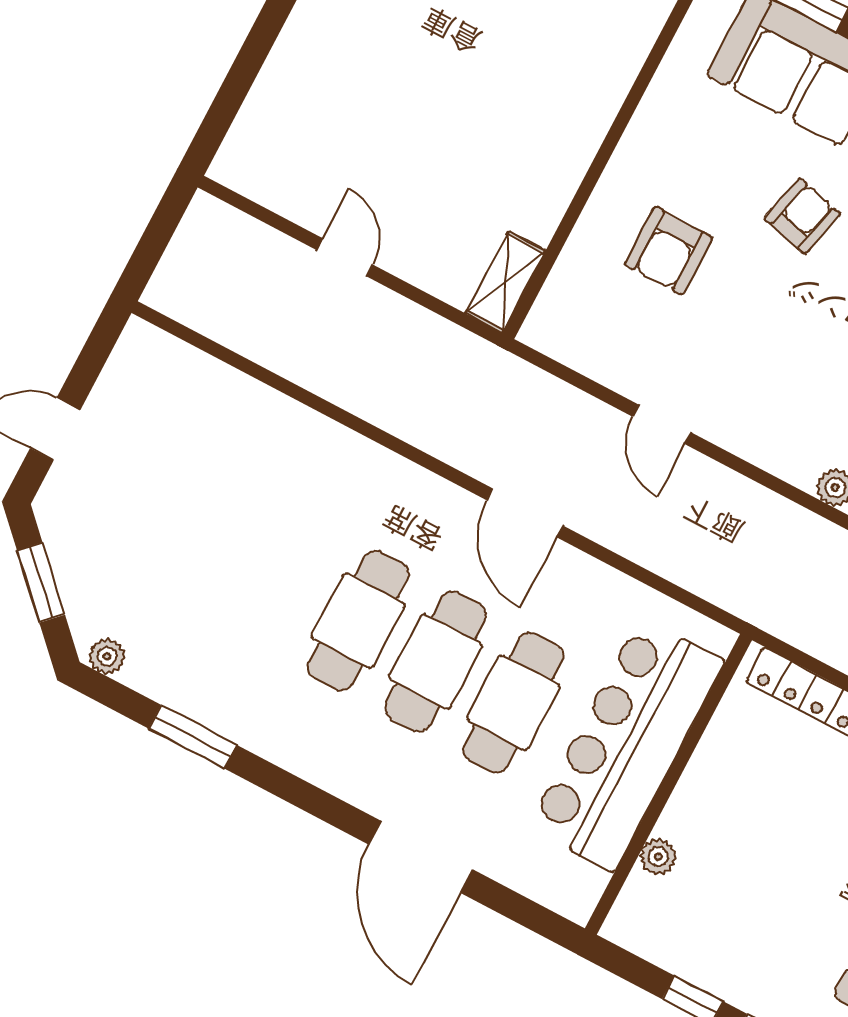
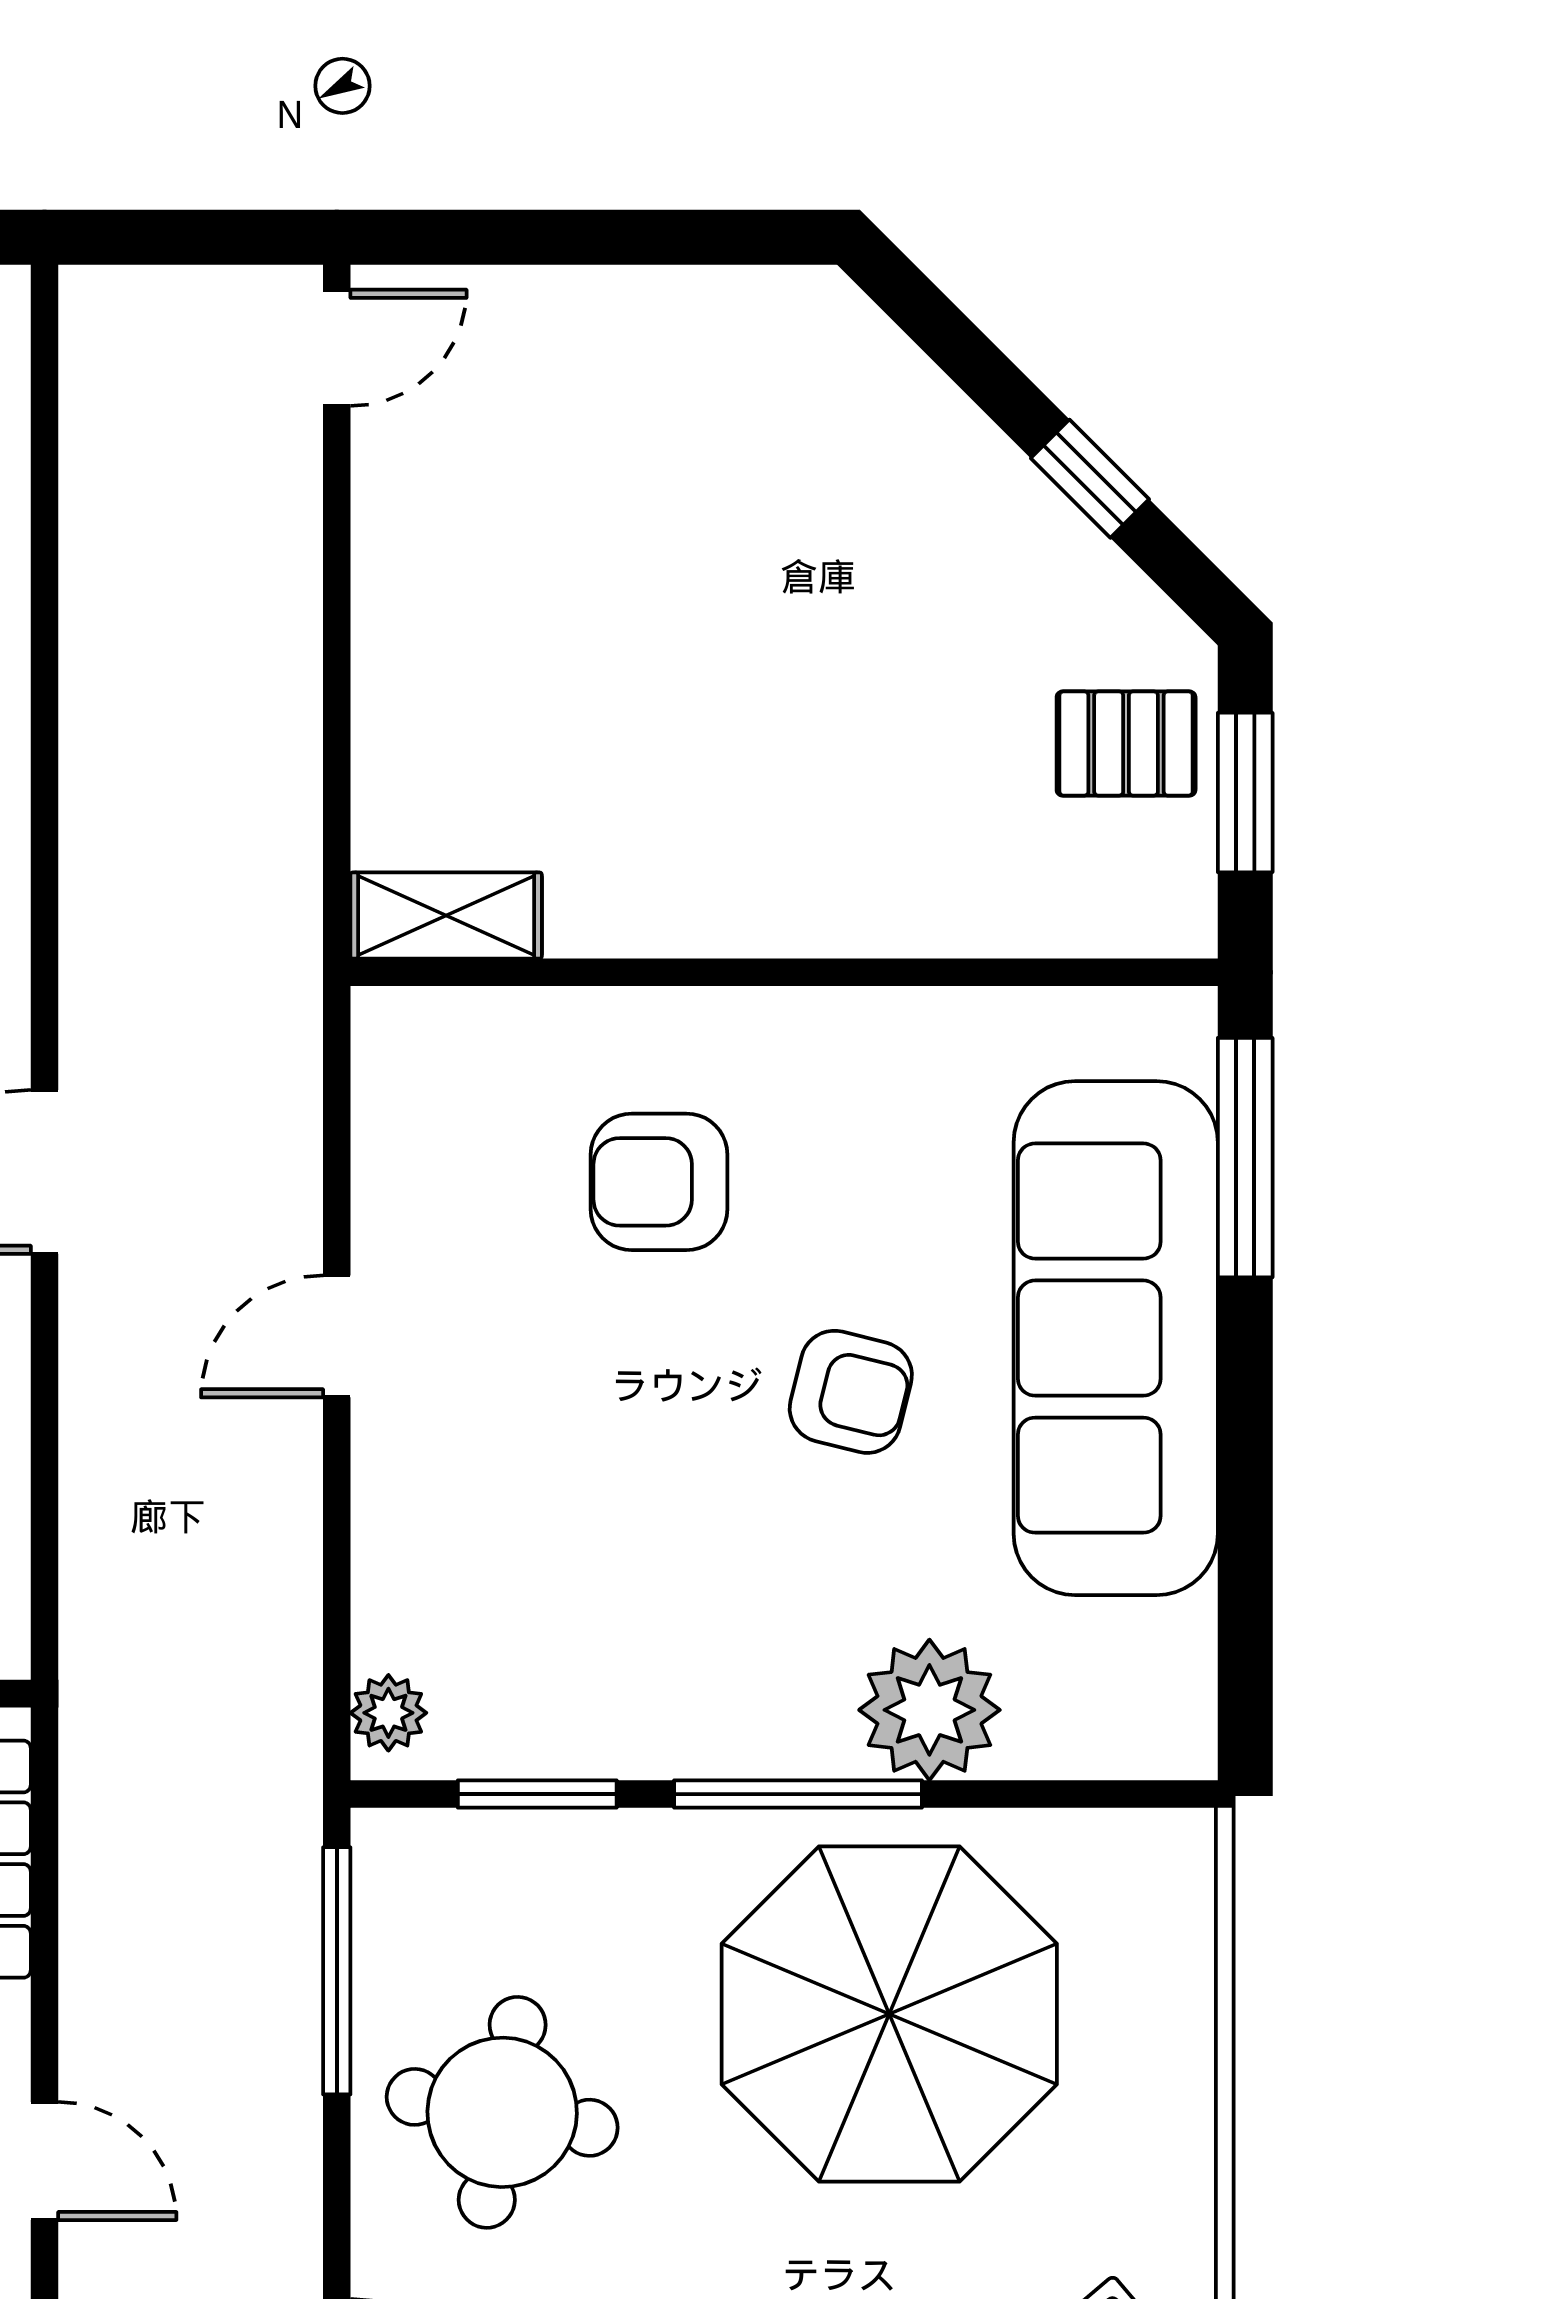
door: (345, 257) -> (337, 348), moved

